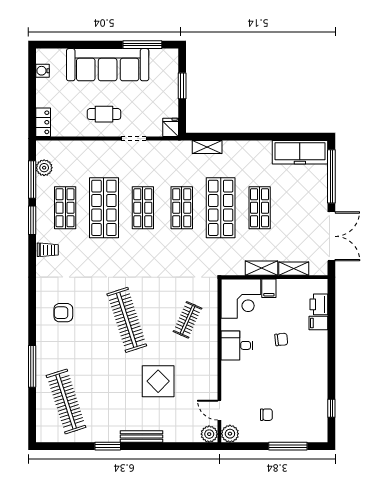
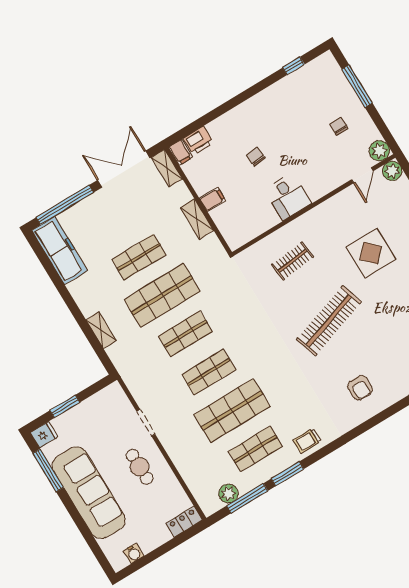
fridge: (171, 127) -> (44, 435), moved, turned 180
shelving: (207, 147) -> (101, 330), moved
trolley: (48, 250) -> (307, 441), turned -90
shelving: (294, 269) -> (167, 168), moved
corner desk: (241, 299) -> (240, 221), removed
clothes rail: (187, 320) -> (293, 261), turned -30
filing cabinet: (318, 323) -> (180, 152), moved

